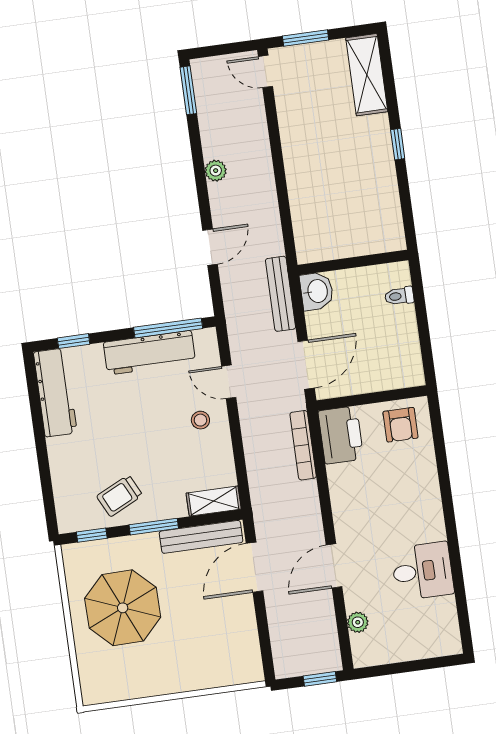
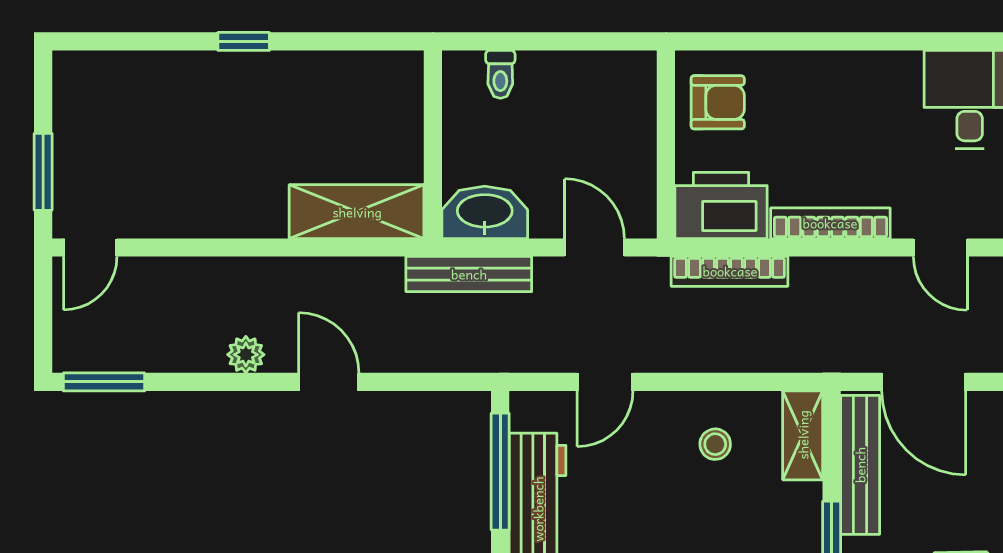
shelving: (367, 75) -> (357, 212), moved
door: (210, 247) -> (329, 382), moved
washbasin: (317, 291) -> (485, 212), width x1.38
door: (306, 365) -> (594, 248), width x0.73
stool: (200, 420) -> (715, 444), moved
bookcase: (339, 500) -> (830, 223), added
door: (334, 566) -> (940, 248), width x0.73

